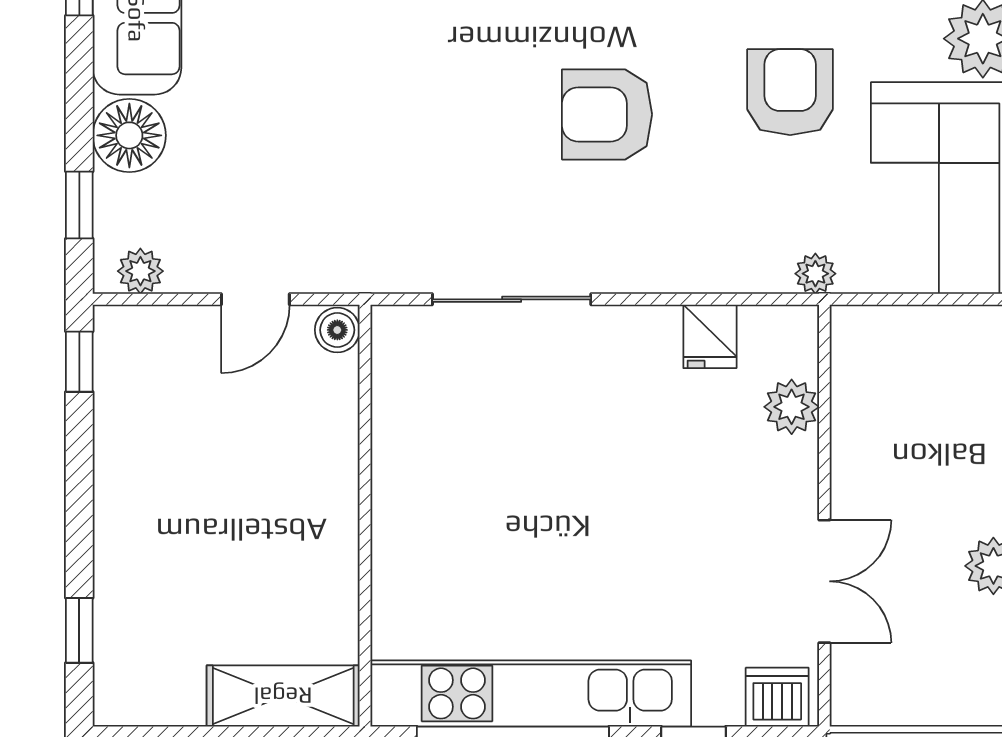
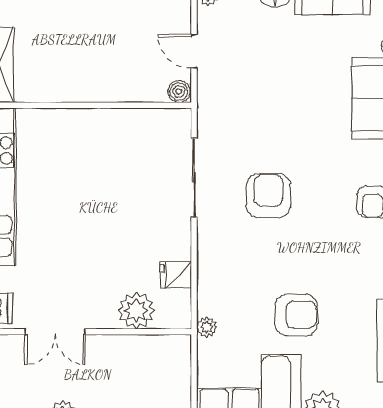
armchair: (607, 114) -> (269, 196), moved
plant: (792, 407) -> (136, 311), width x1.36, depth x1.36

